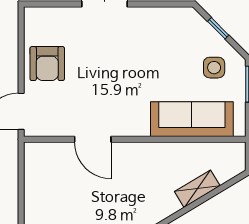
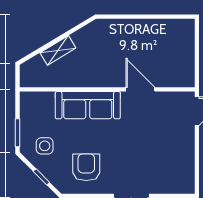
armchair: (47, 64) -> (86, 167), moved
sofa: (192, 119) -> (88, 105), moved

